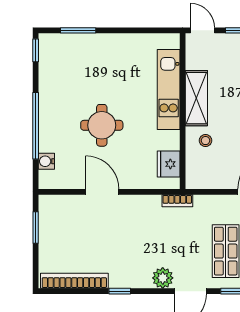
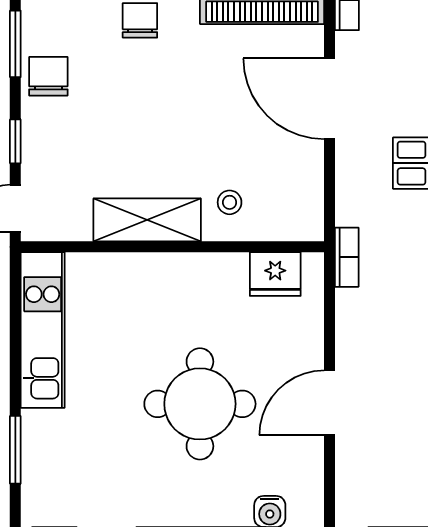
kitchen unit: (169, 90) -> (43, 330), moved, turned -90
round table: (102, 125) -> (200, 404), width x1.36, depth x1.36

